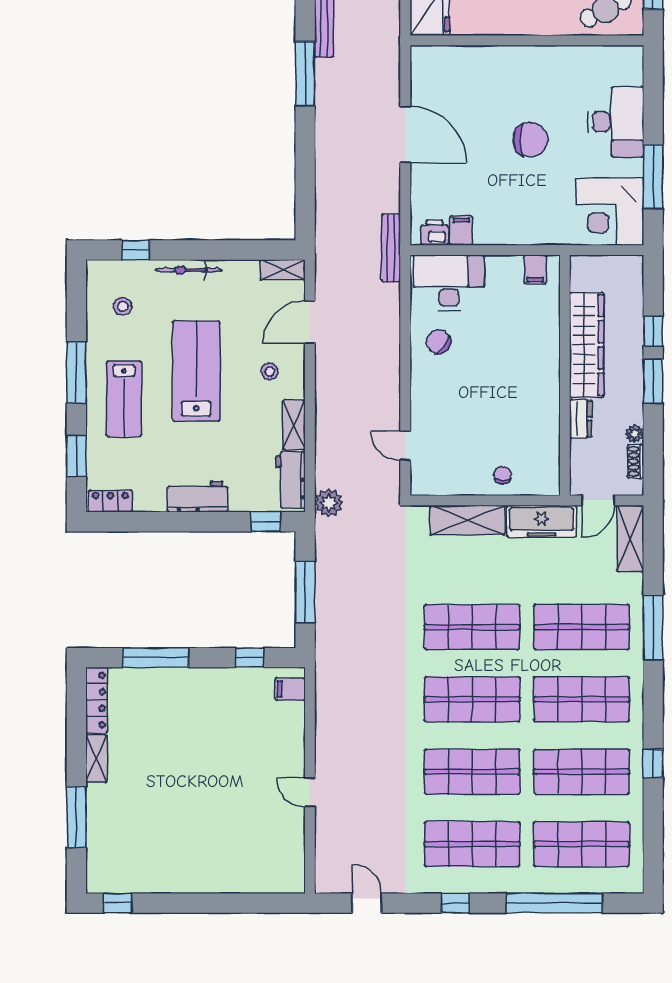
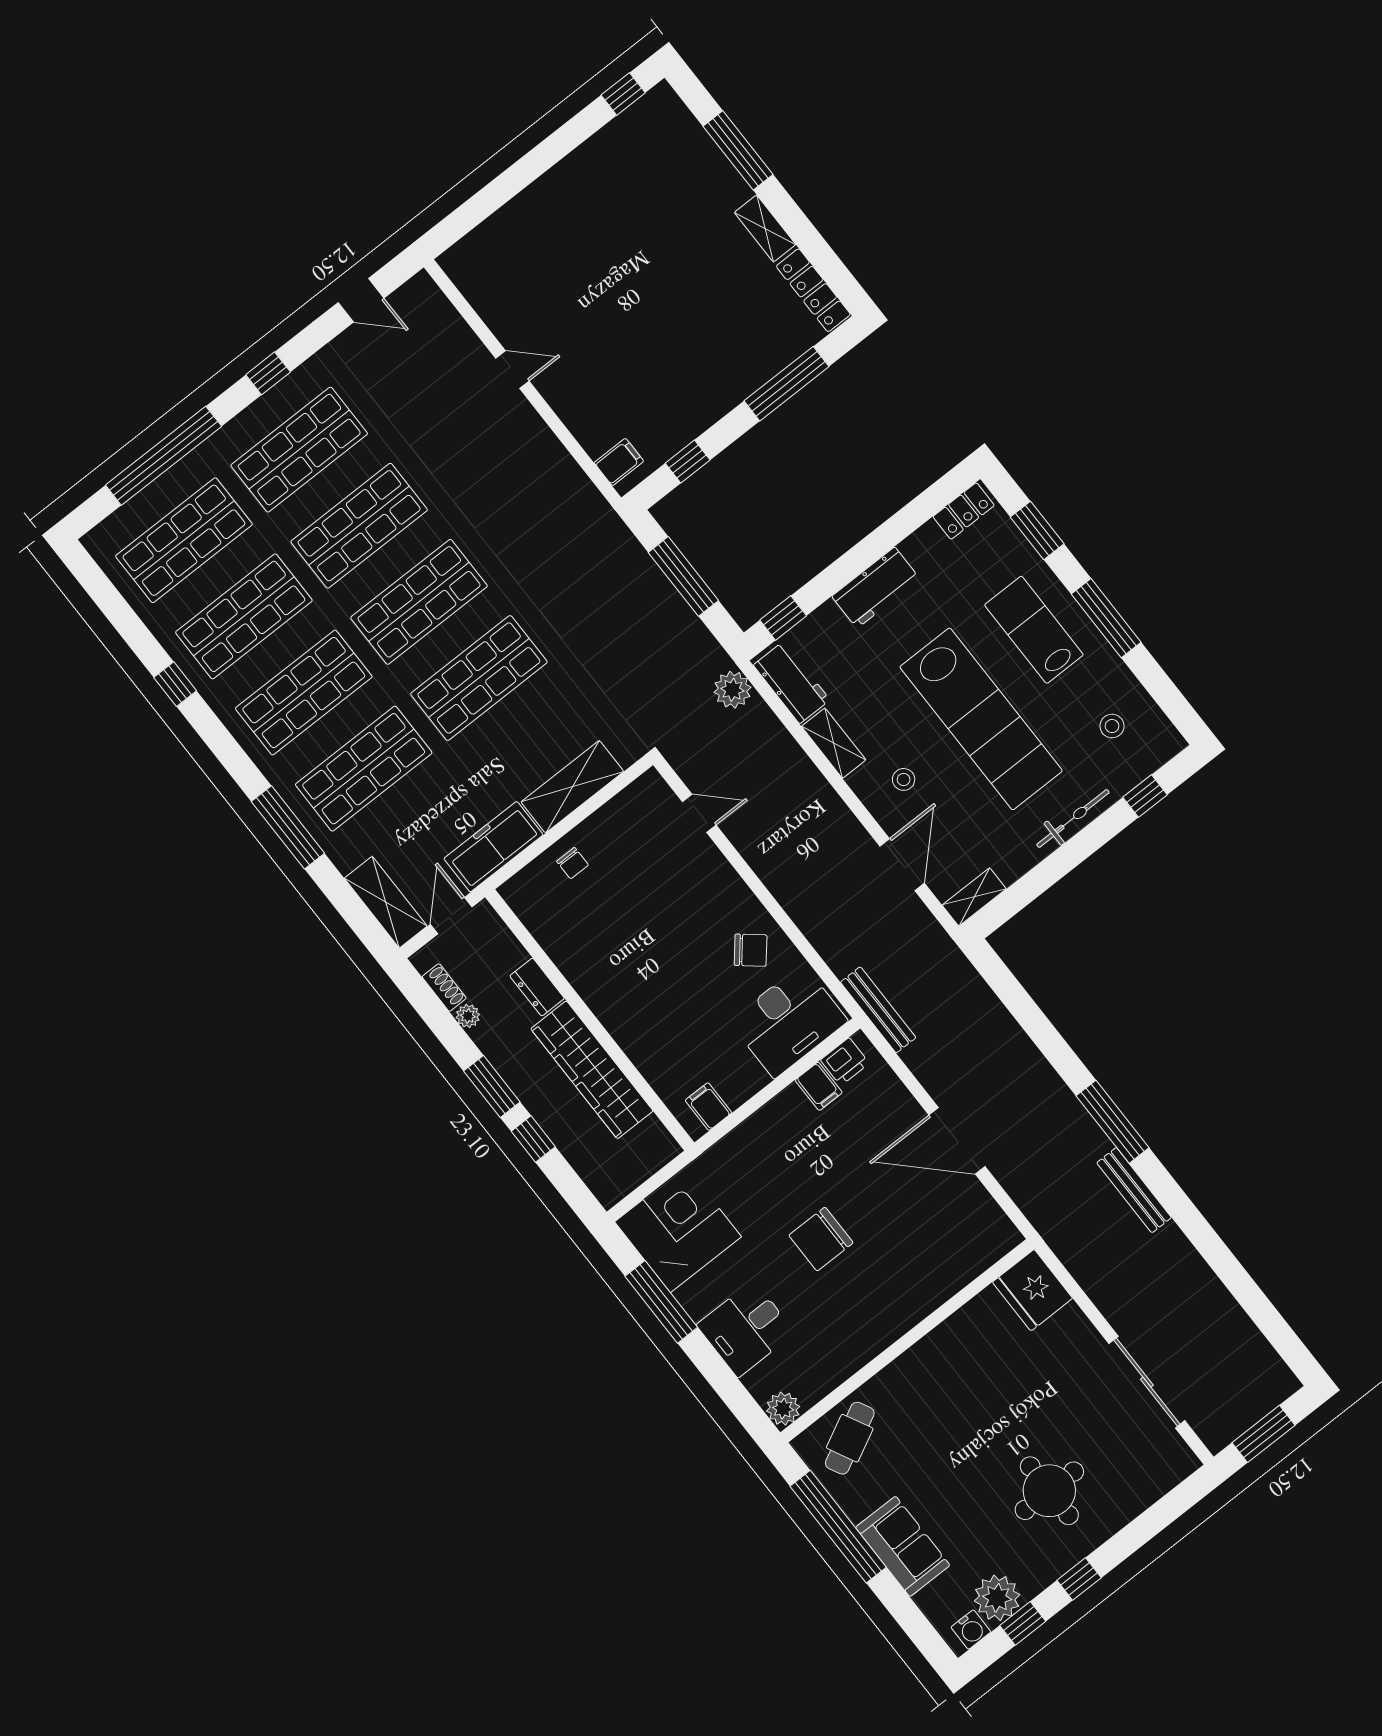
plant: (631, 58) -> (783, 1409), added
desk: (616, 122) -> (746, 1329), width x0.73
lab bench: (196, 371) -> (981, 719), width x1.36

